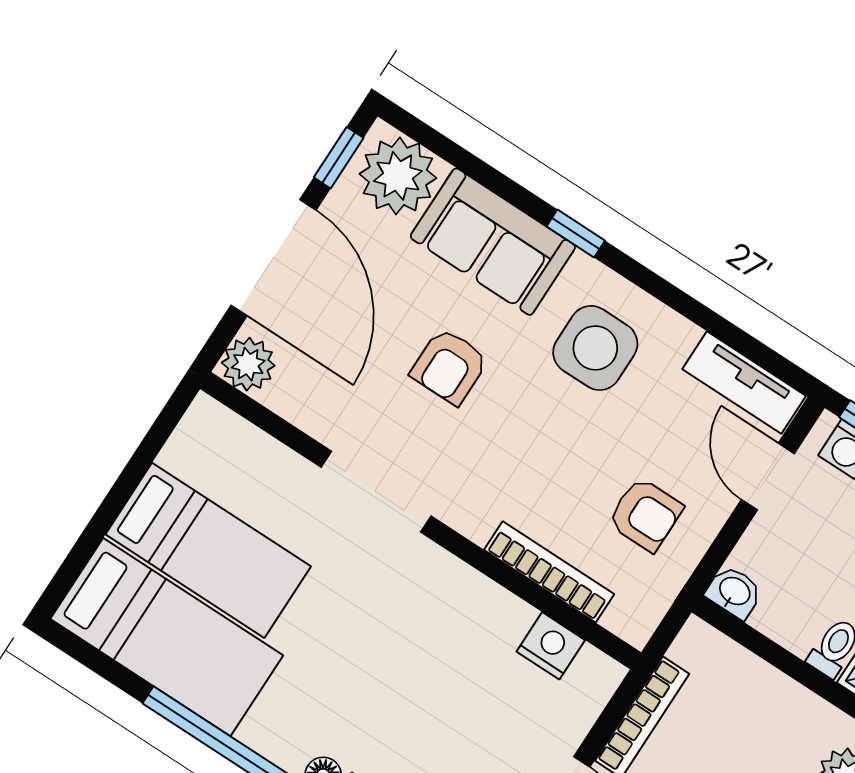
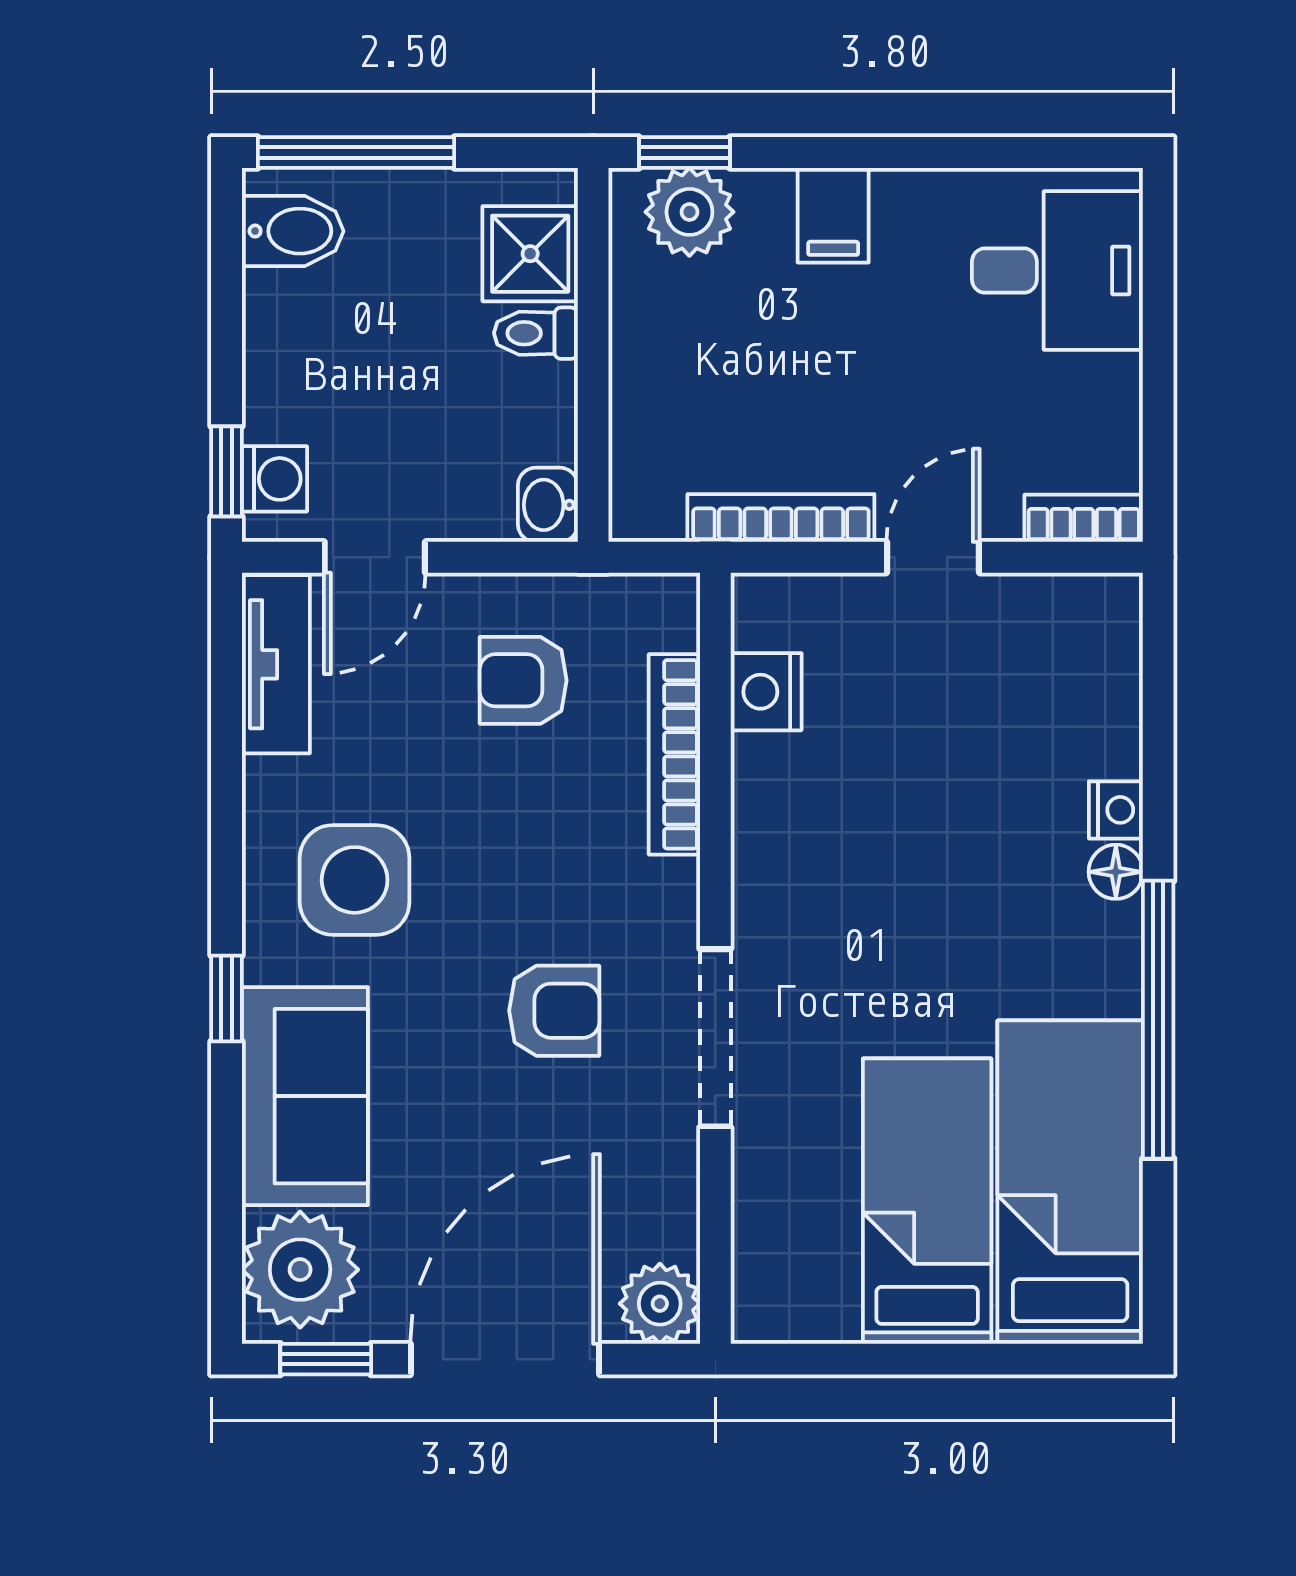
armchair: (449, 366) -> (554, 1011), moved
armchair: (645, 515) -> (523, 680), turned -90

